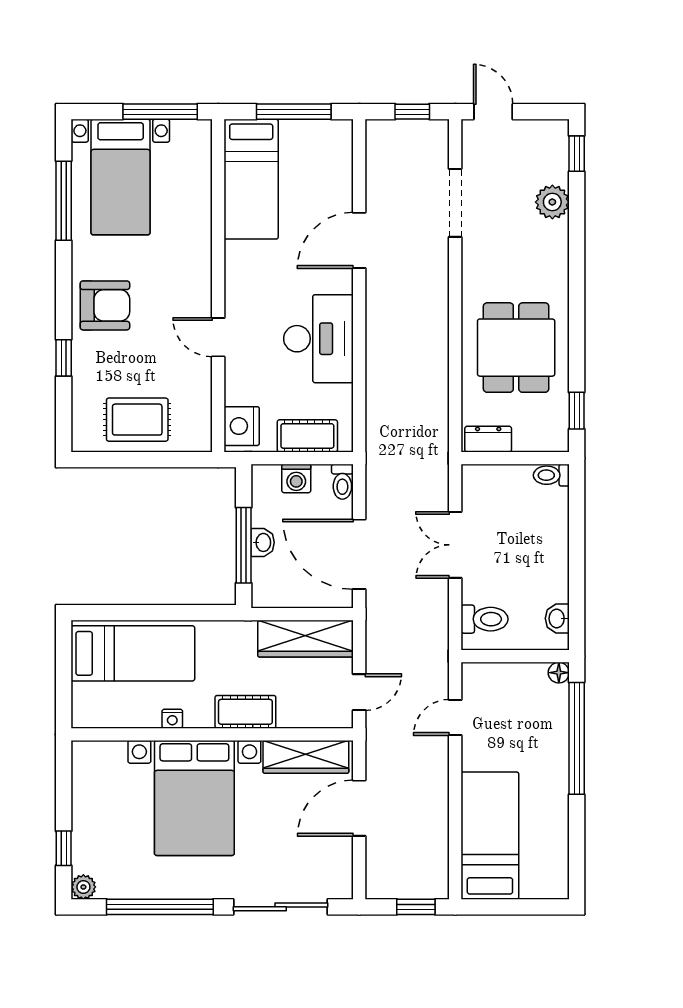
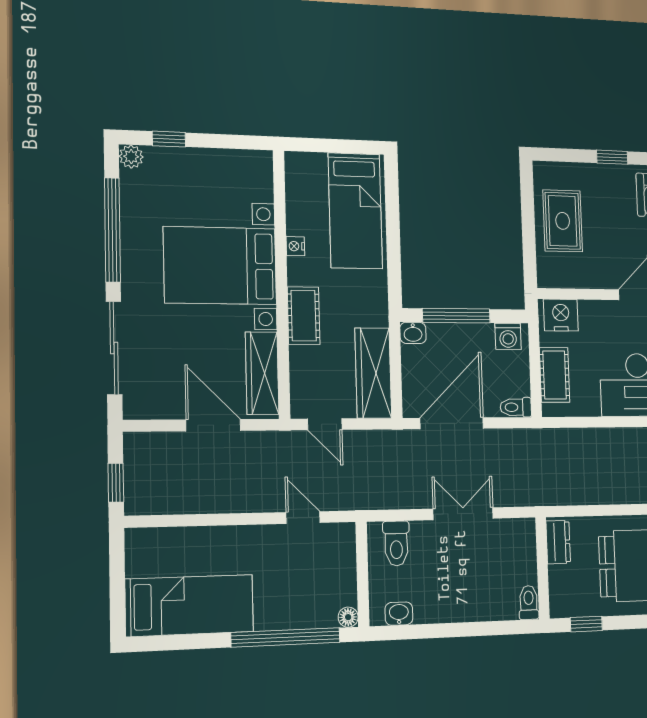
washing machine: (296, 479) -> (508, 336), moved, turned -90
washbasin: (263, 542) -> (413, 333), moved
bed: (490, 836) -> (190, 605), moved

